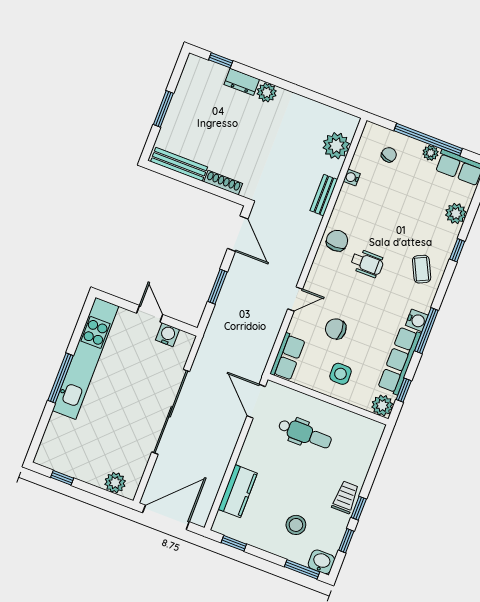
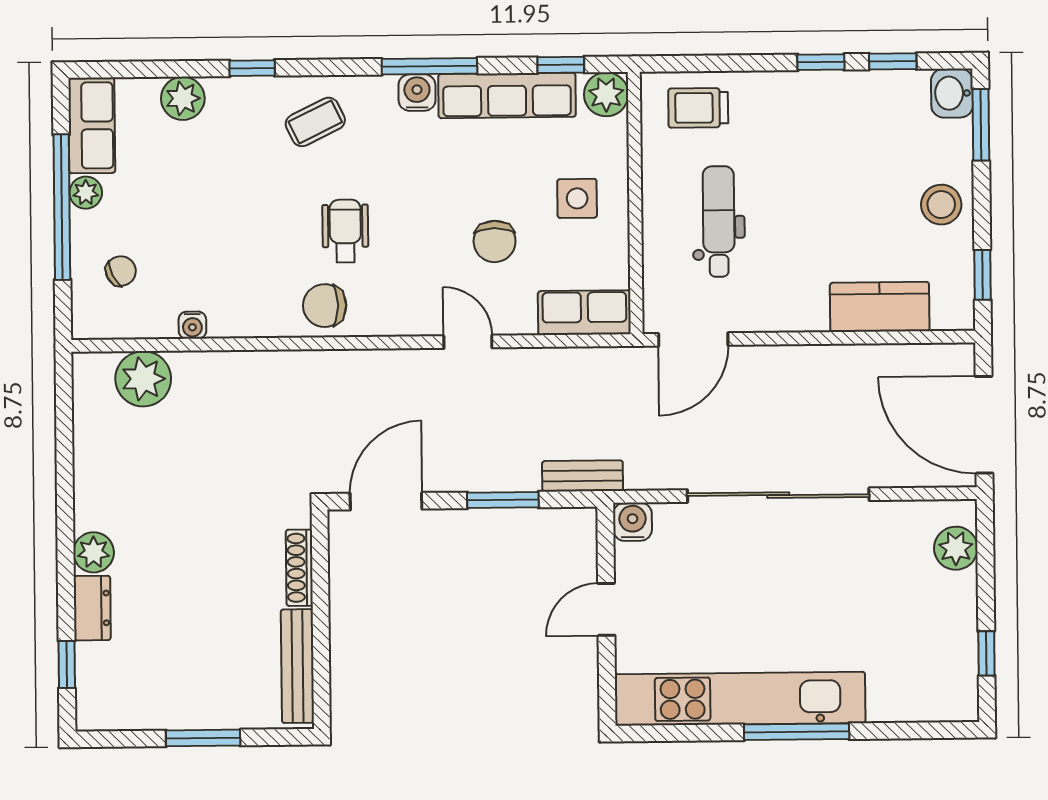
chair: (389, 155) -> (121, 271), turned 136
bench: (324, 195) -> (583, 476), moved
water cooler: (168, 335) -> (633, 522), moved, turned 90
trolley: (345, 497) -> (698, 108), moved
stool: (296, 525) -> (941, 205), moved

